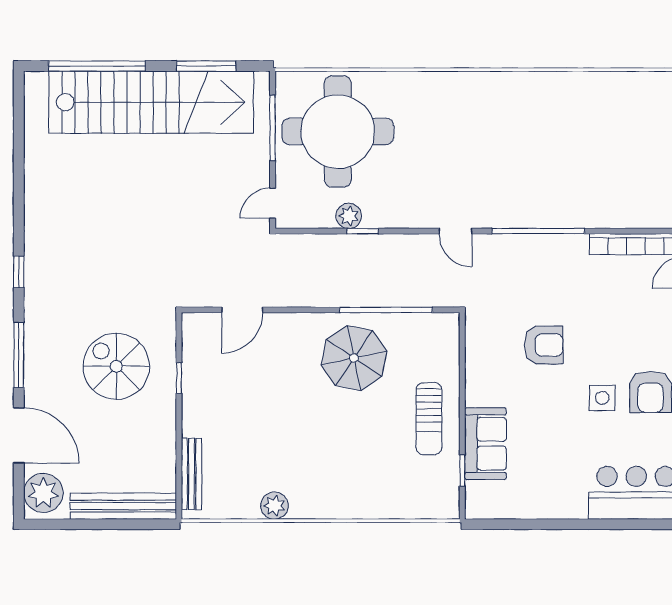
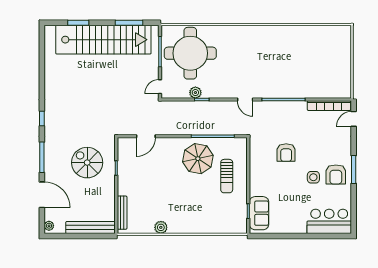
window: (97, 66) -> (78, 23), width x0.47
armchair: (544, 345) -> (286, 153), turned 90
sun lounger: (429, 419) -> (227, 176), moved
sofa: (485, 444) -> (259, 213), moved
plant: (43, 493) -> (49, 226), width x0.53, depth x0.53

